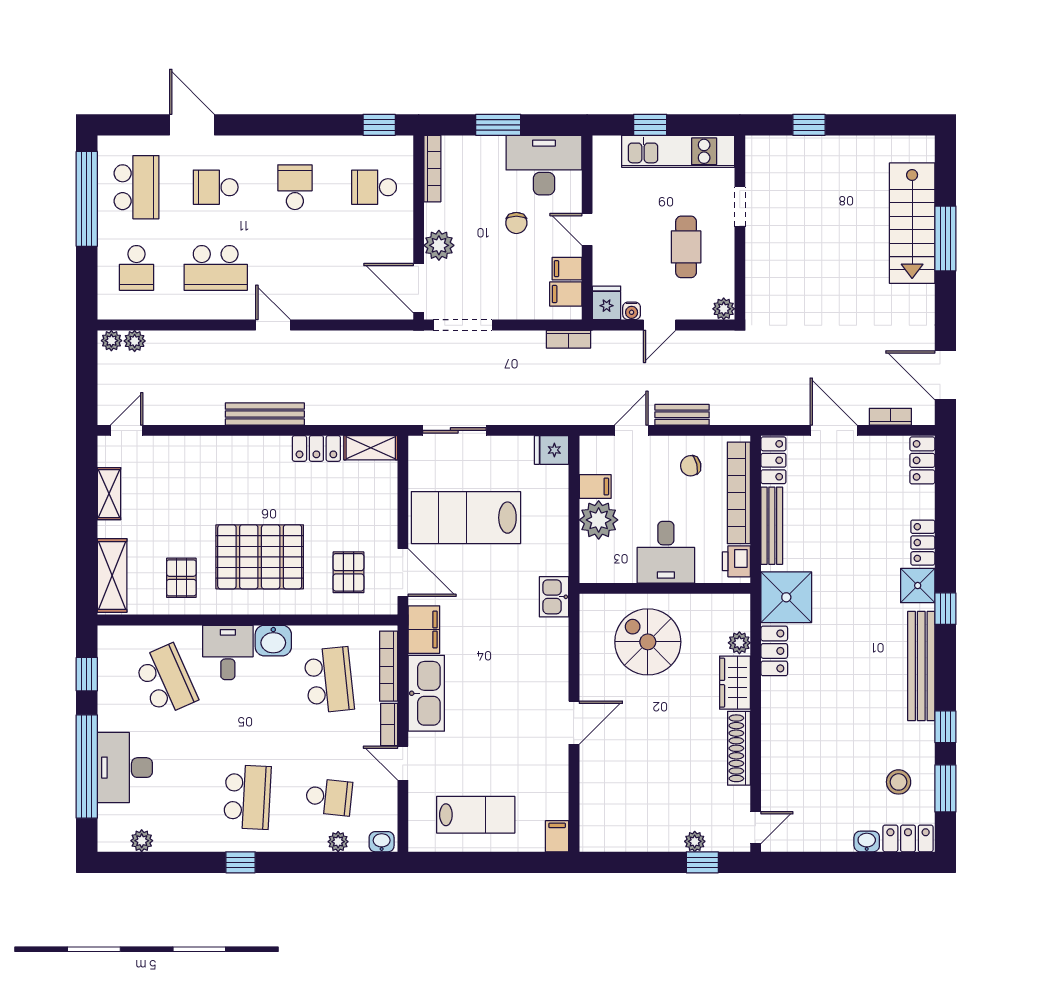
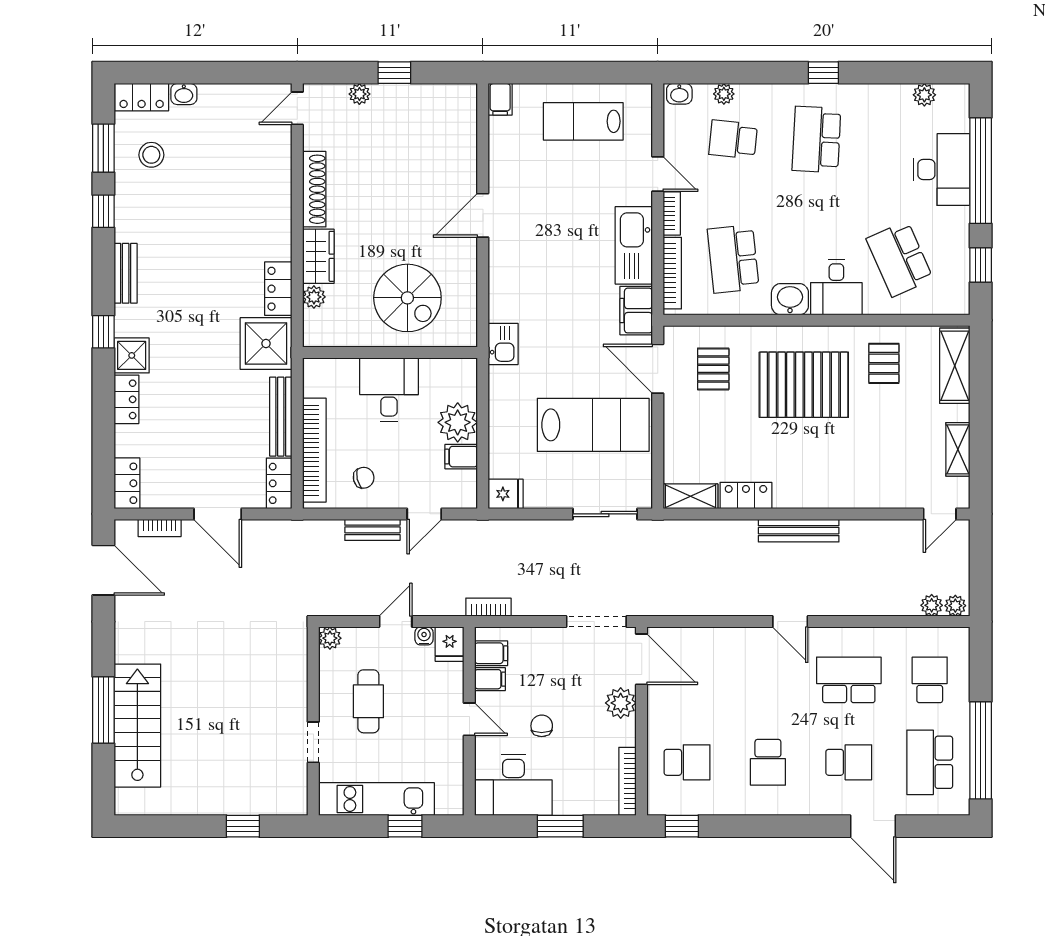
printer: (736, 561) -> (317, 380), removed
bench: (921, 666) -> (126, 273), width x0.54, depth x0.82
window: (702, 862) -> (394, 73), moved

